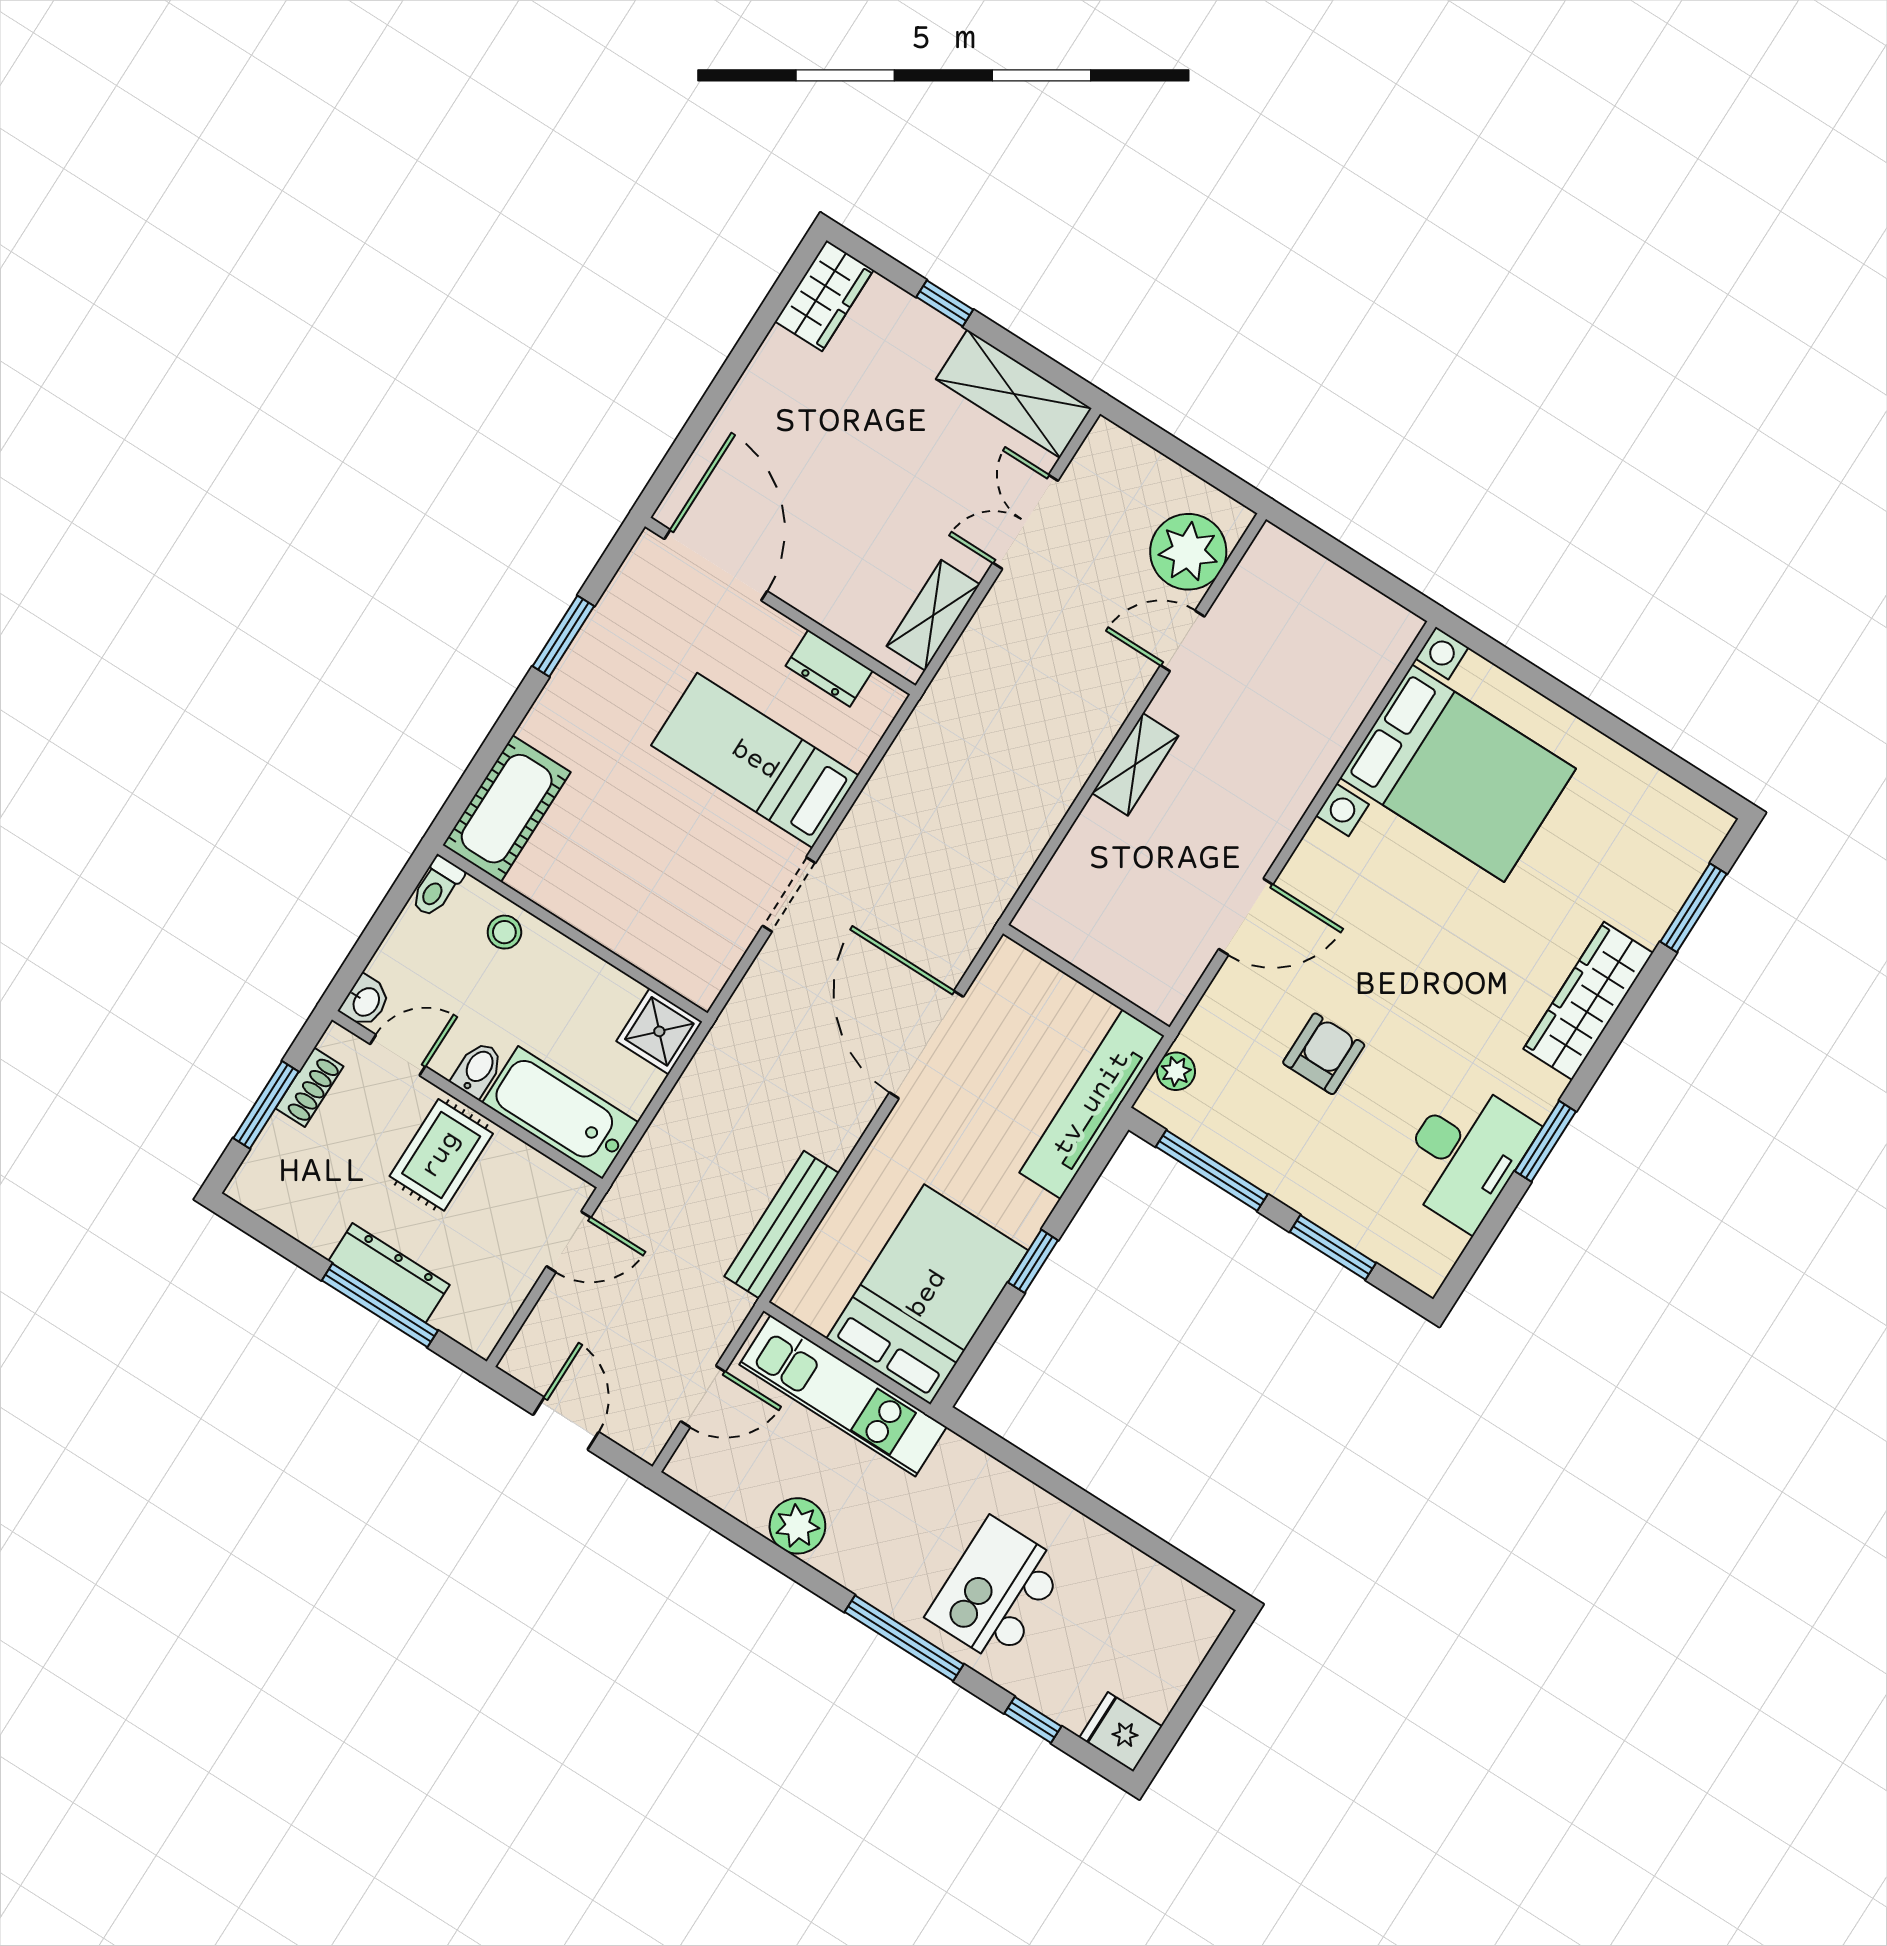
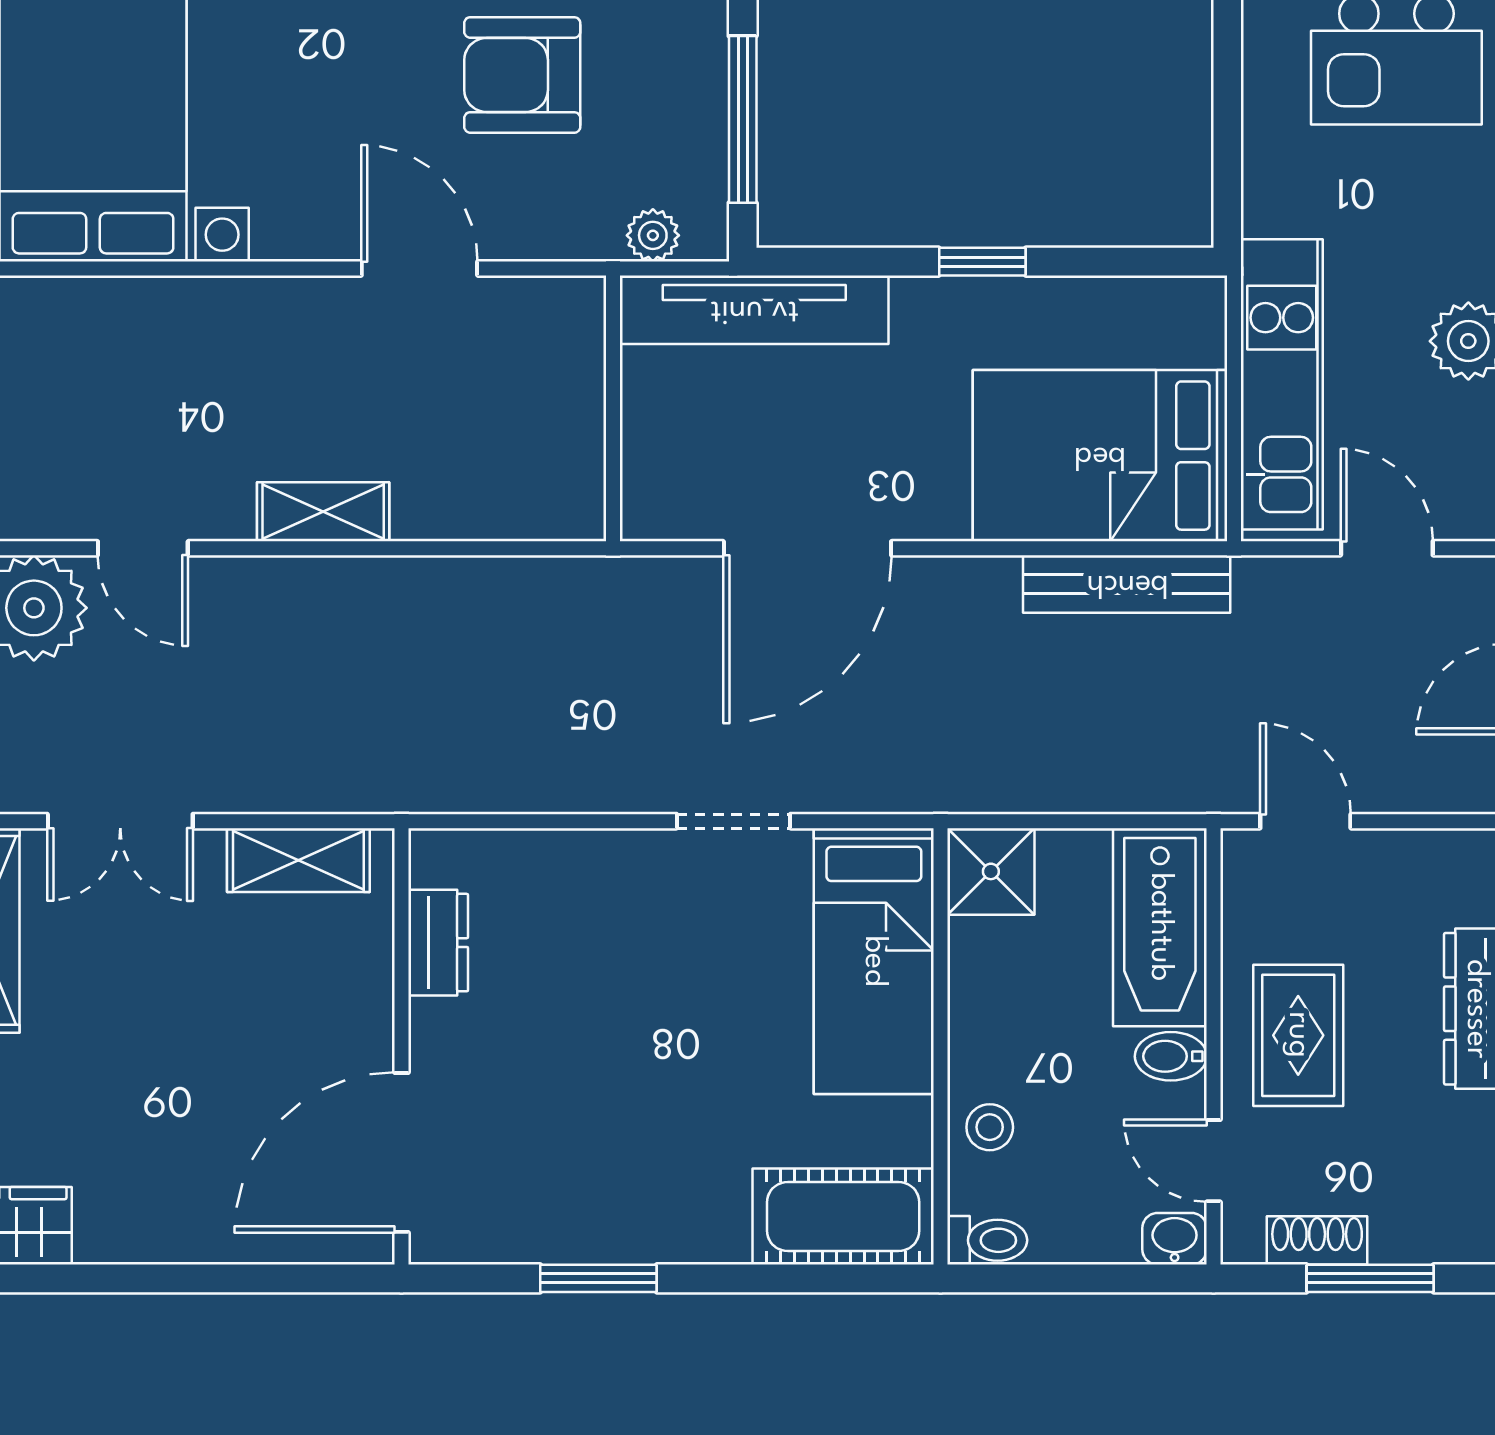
bed: (755, 760) -> (874, 961), moved
armchair: (1324, 1054) -> (522, 75), width x1.38, depth x1.38
rug: (441, 1155) -> (1298, 1035), turned 90
bed: (927, 1294) -> (1100, 456), moved

